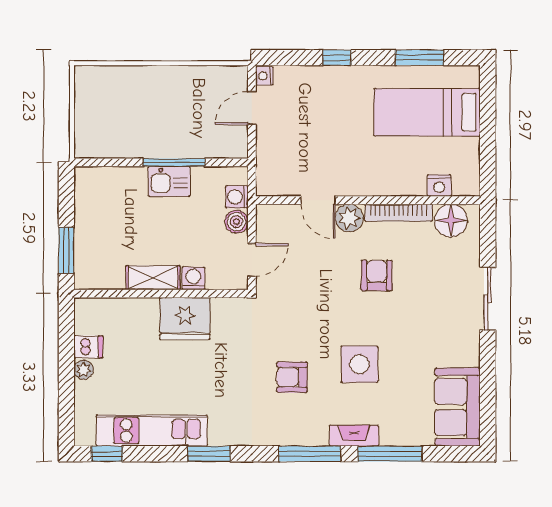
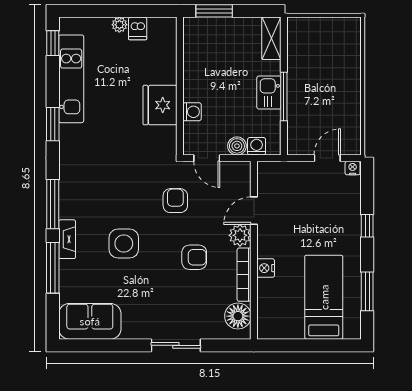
door: (252, 108) -> (327, 158), hinge flipped
nightstand: (439, 186) -> (266, 268), moved
shelving: (153, 278) -> (271, 38), moved
armchair: (292, 377) -> (175, 201), moved

